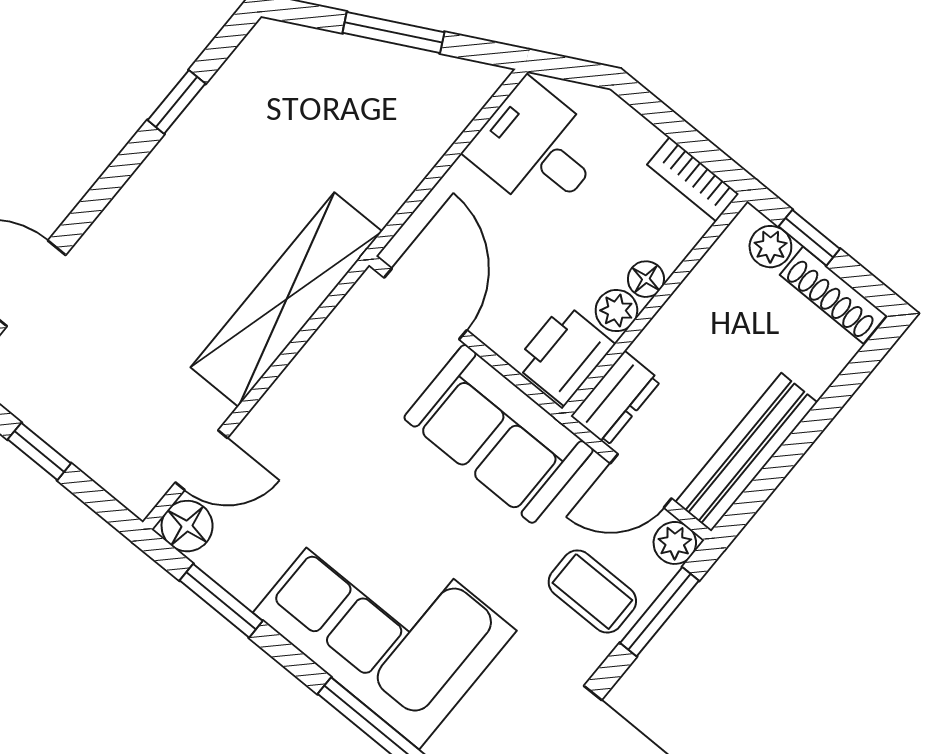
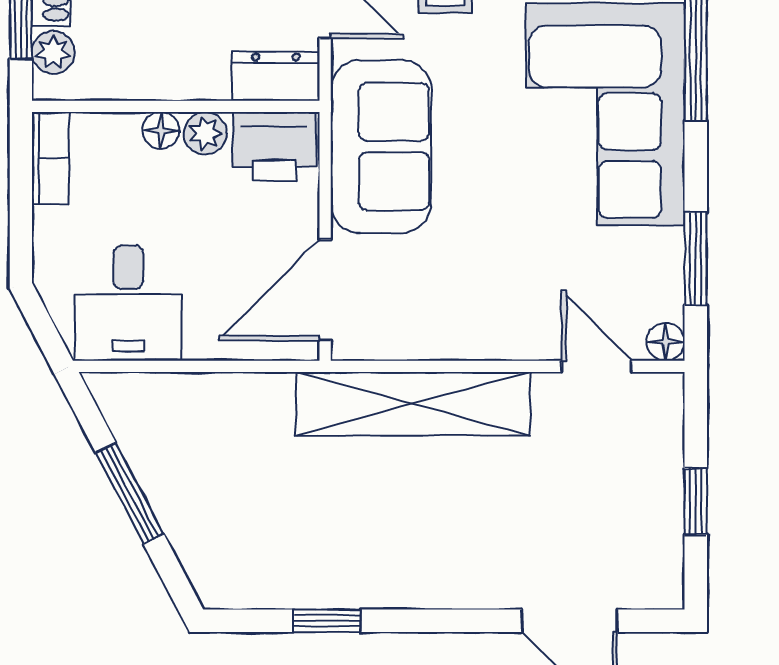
floor lamp: (187, 526) -> (666, 342), width x0.73, depth x0.73

